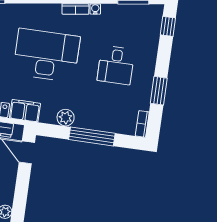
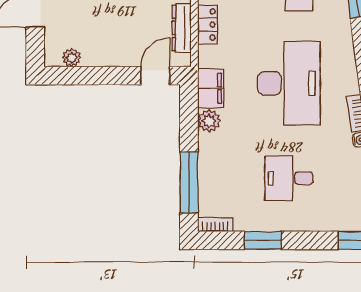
filing cabinet: (25, 111) -> (211, 88), moved
window: (92, 136) -> (189, 182), moved

